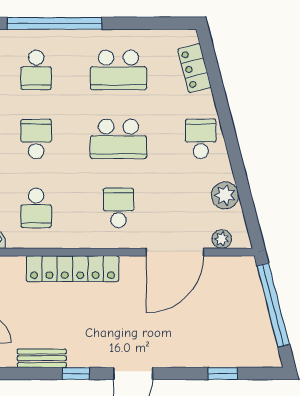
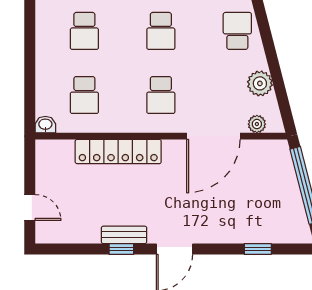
school desk: (36, 139) -> (84, 31), turned 180
school desk: (118, 139) -> (161, 31), width x0.54
school desk: (118, 208) -> (161, 95), turned 180
bench: (42, 358) -> (124, 235), moved

